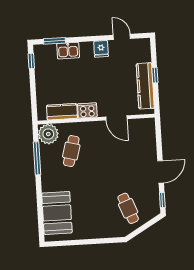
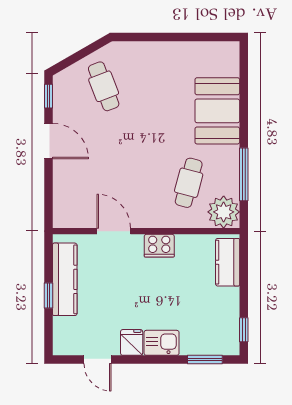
kitchen sink: (68, 51) -> (162, 343), moved
kitchen counter: (62, 112) -> (228, 262), moved, turned 90
door: (161, 172) -> (49, 141), swing flipped
booth: (57, 213) -> (217, 111), moved

